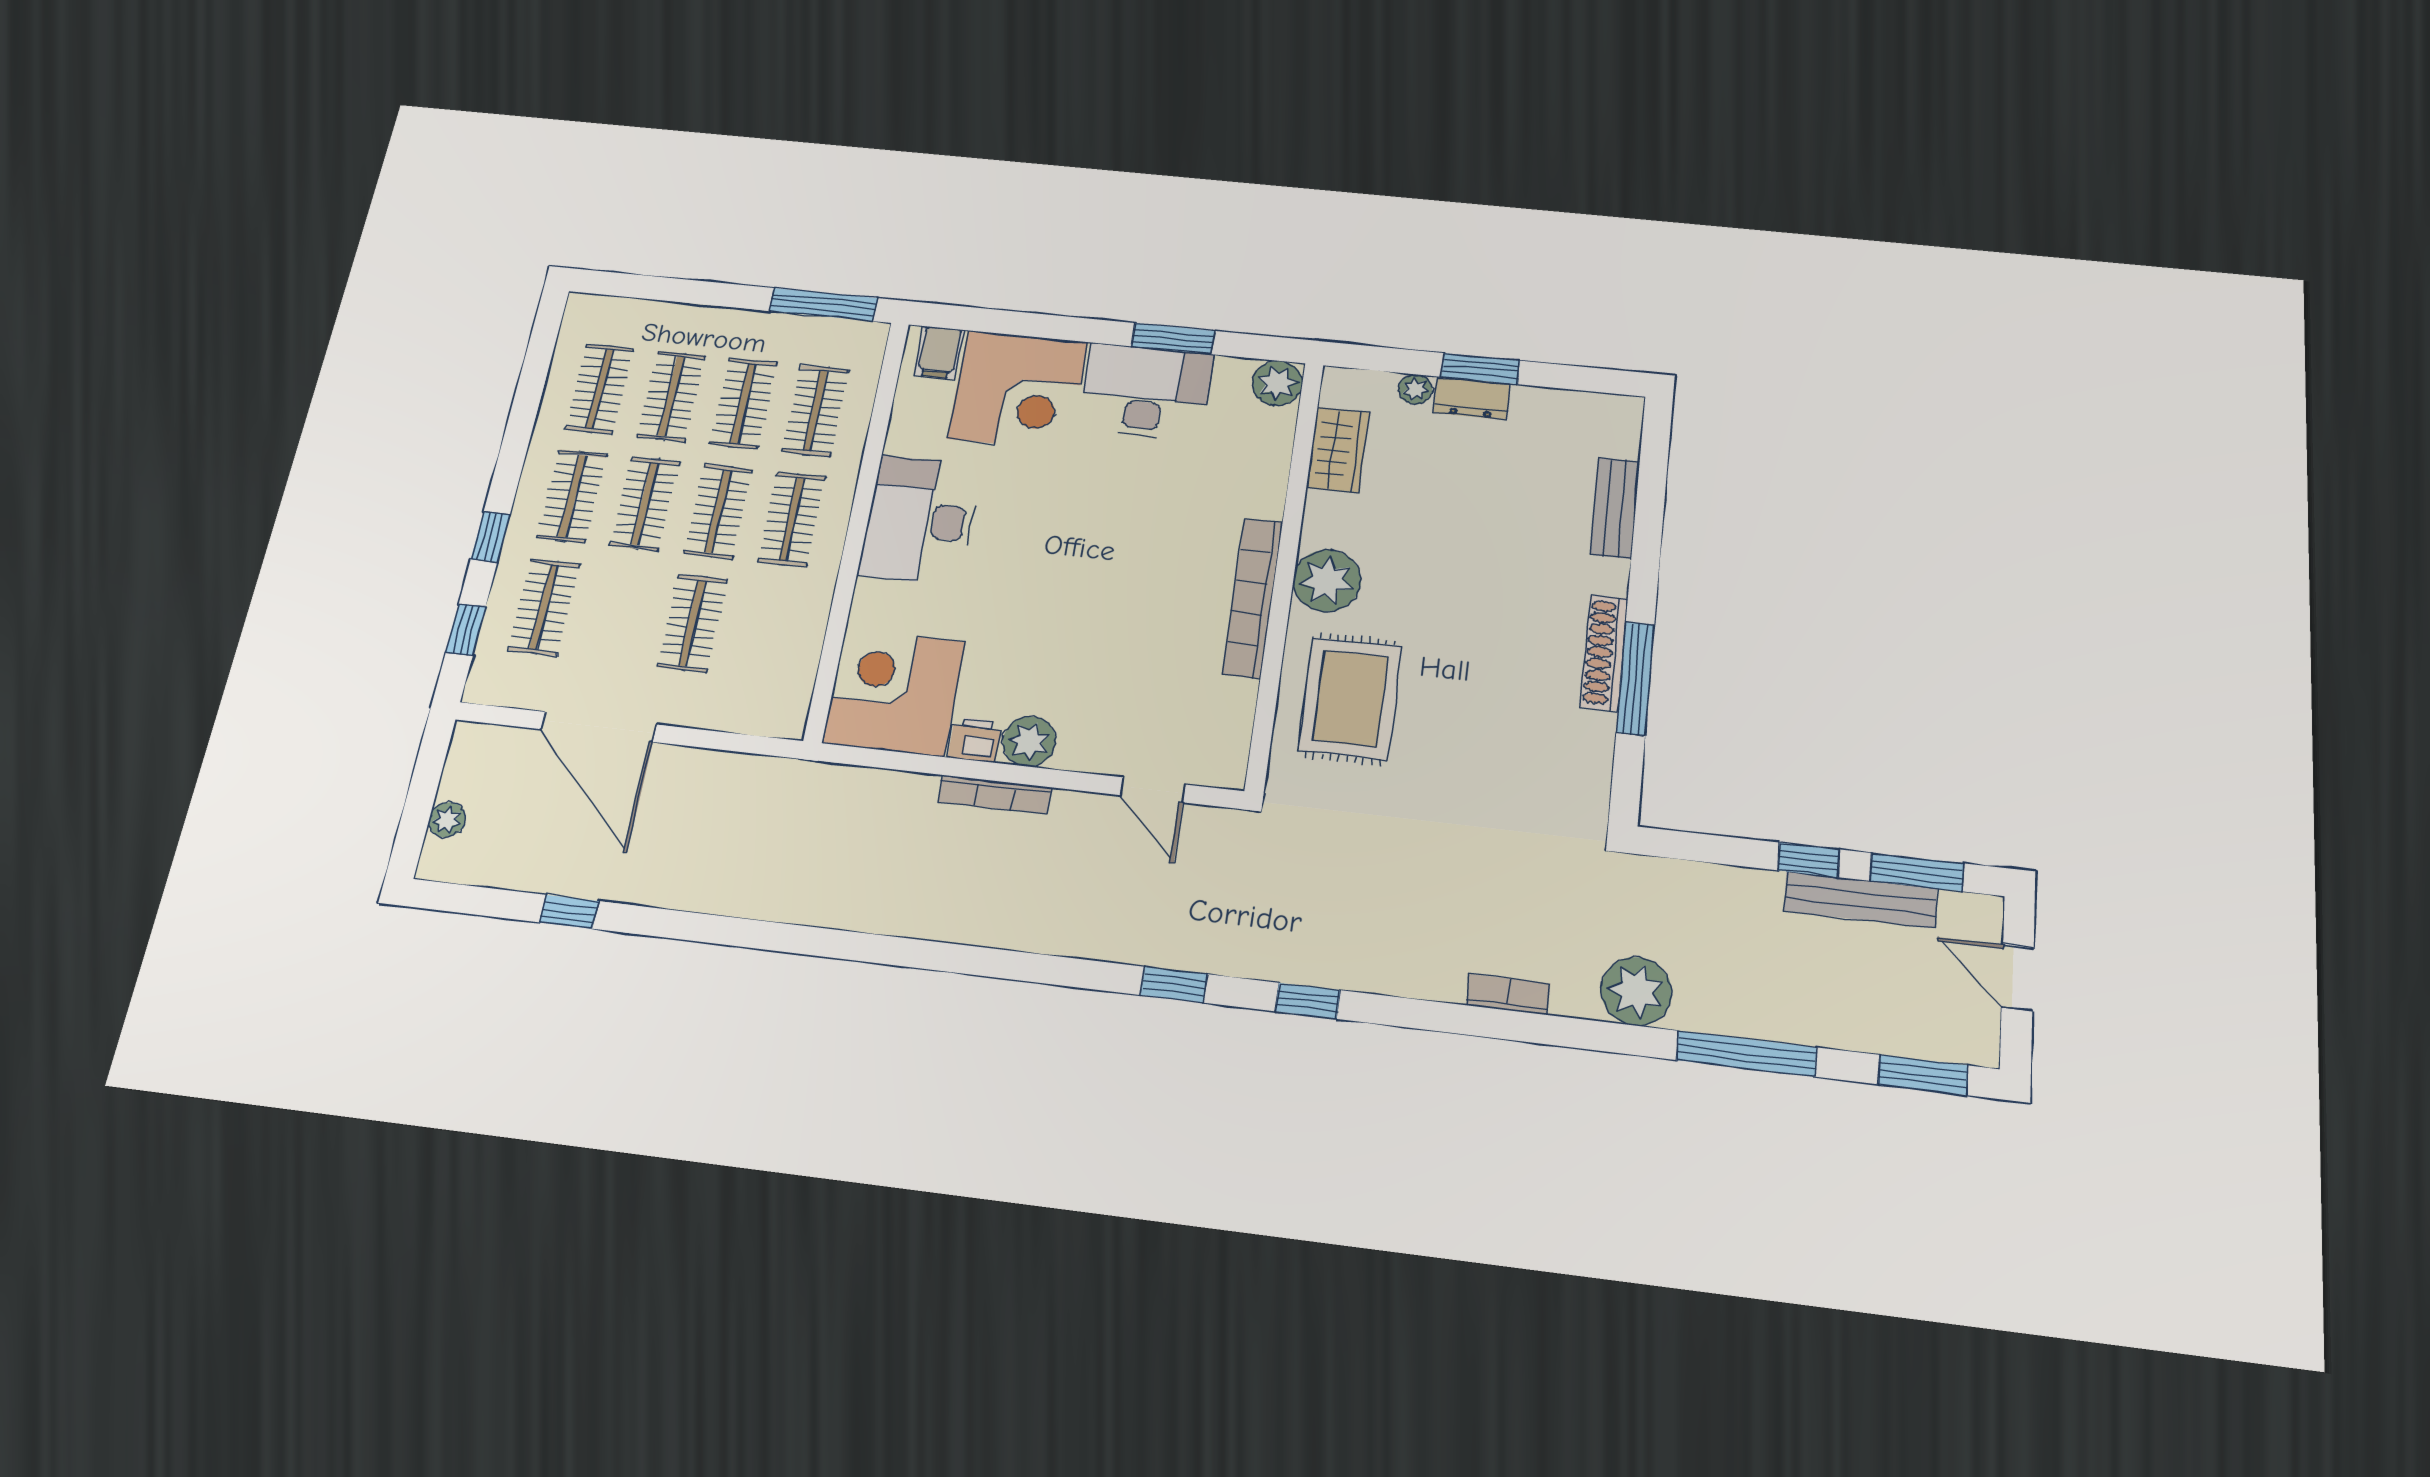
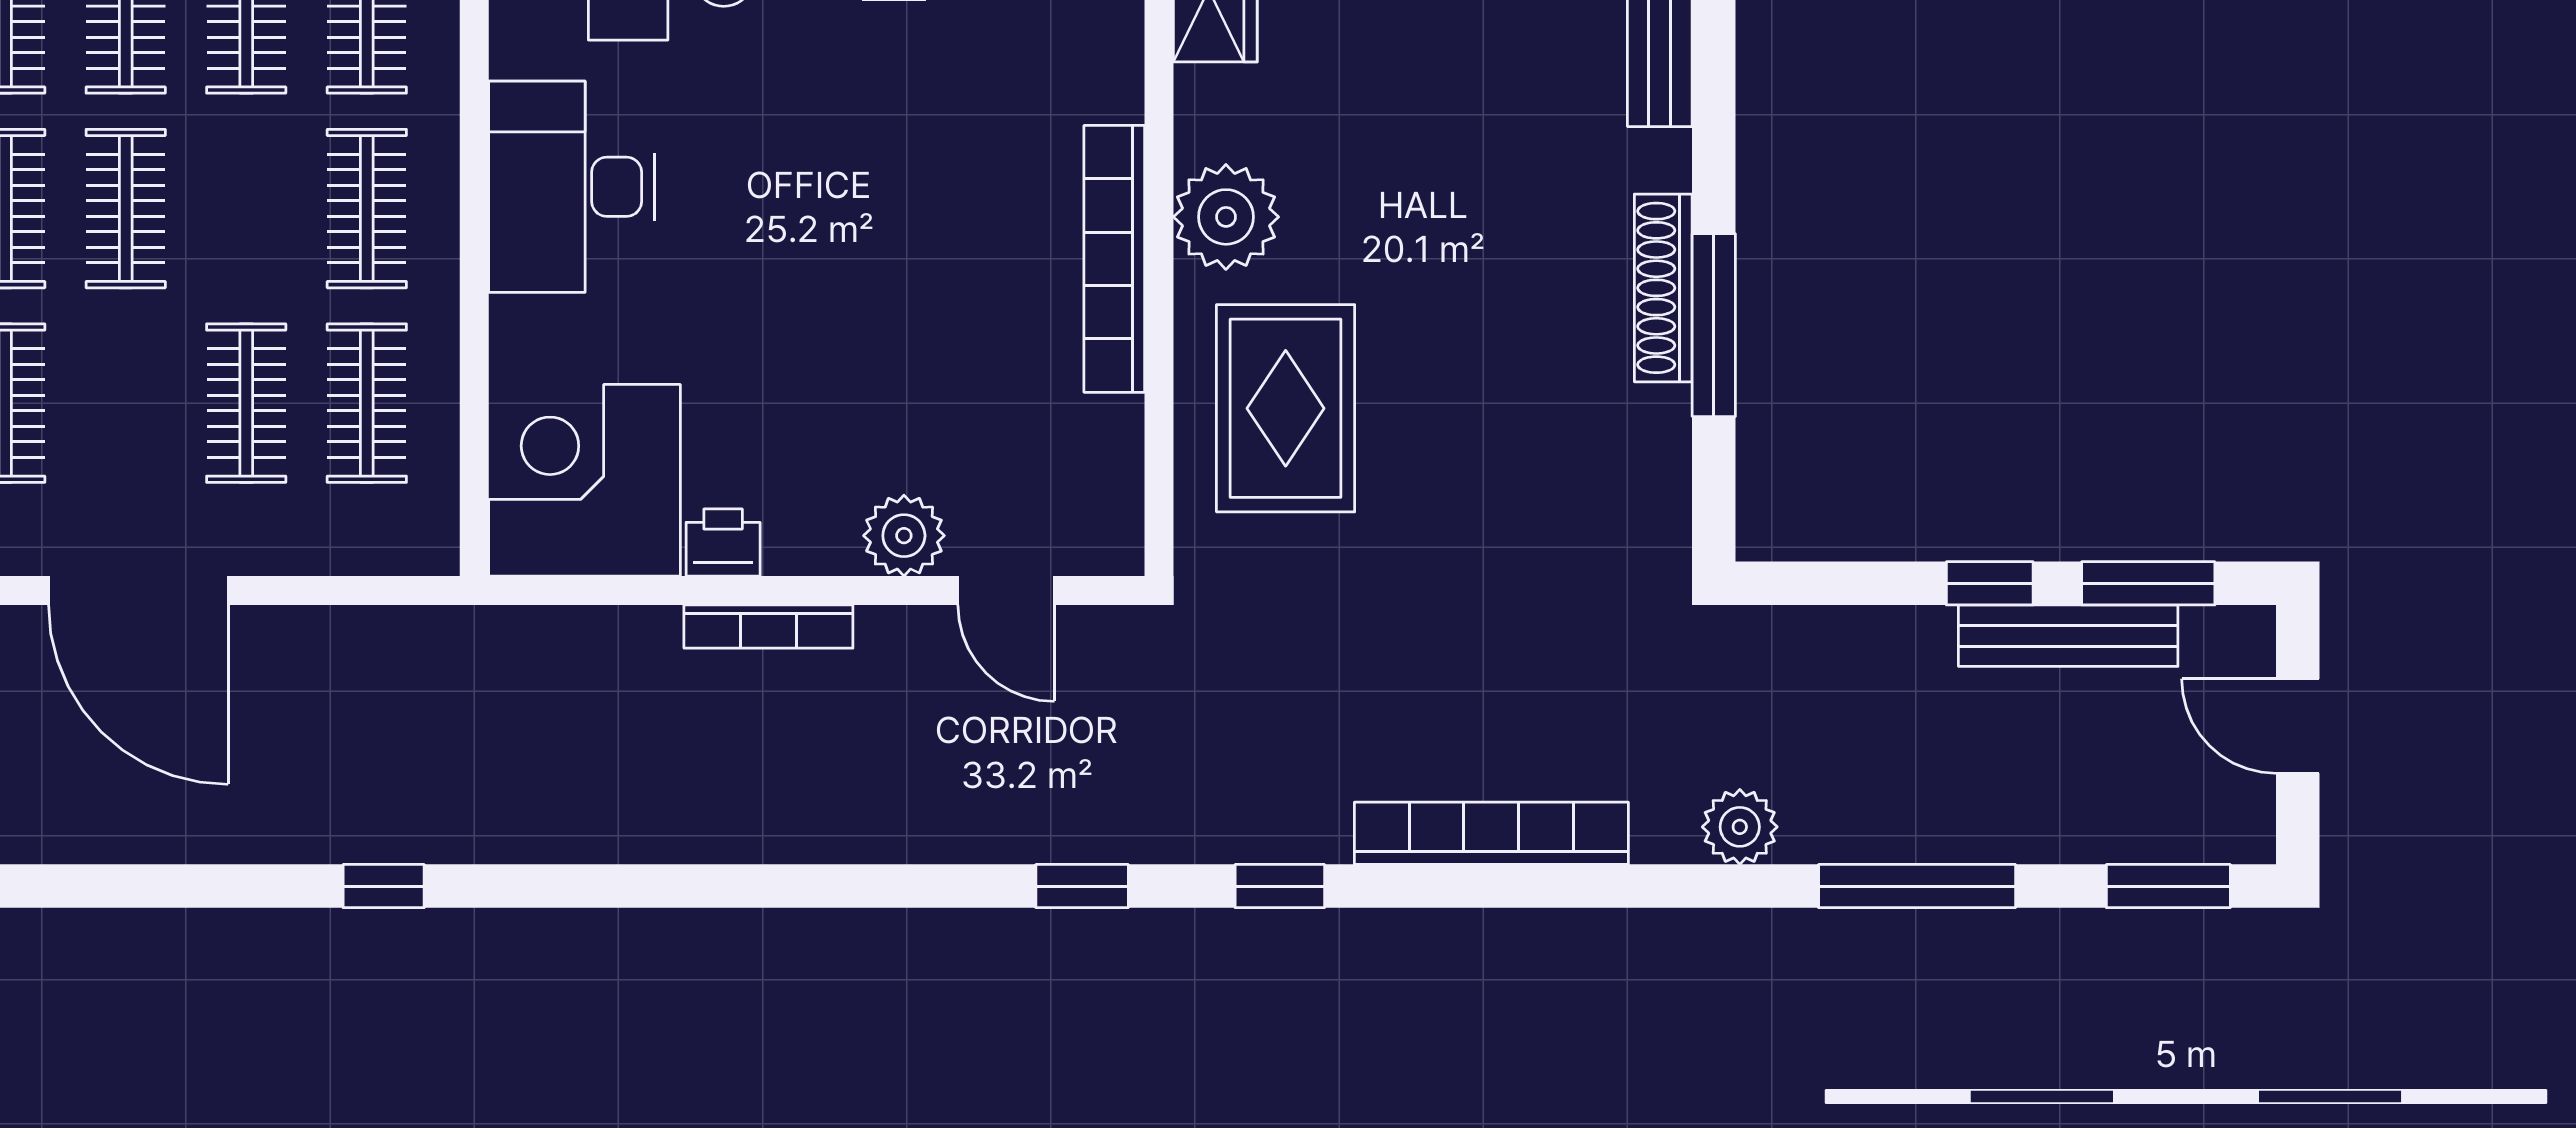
clothes rail: (718, 511) -> (367, 403), moved
plant: (1029, 741) -> (904, 536), moved
window: (569, 912) -> (384, 886), moved
plant: (1636, 991) -> (1740, 827), width x0.73, depth x0.73
bookcase: (1508, 994) -> (1491, 833), width x2.31, depth x1.31

